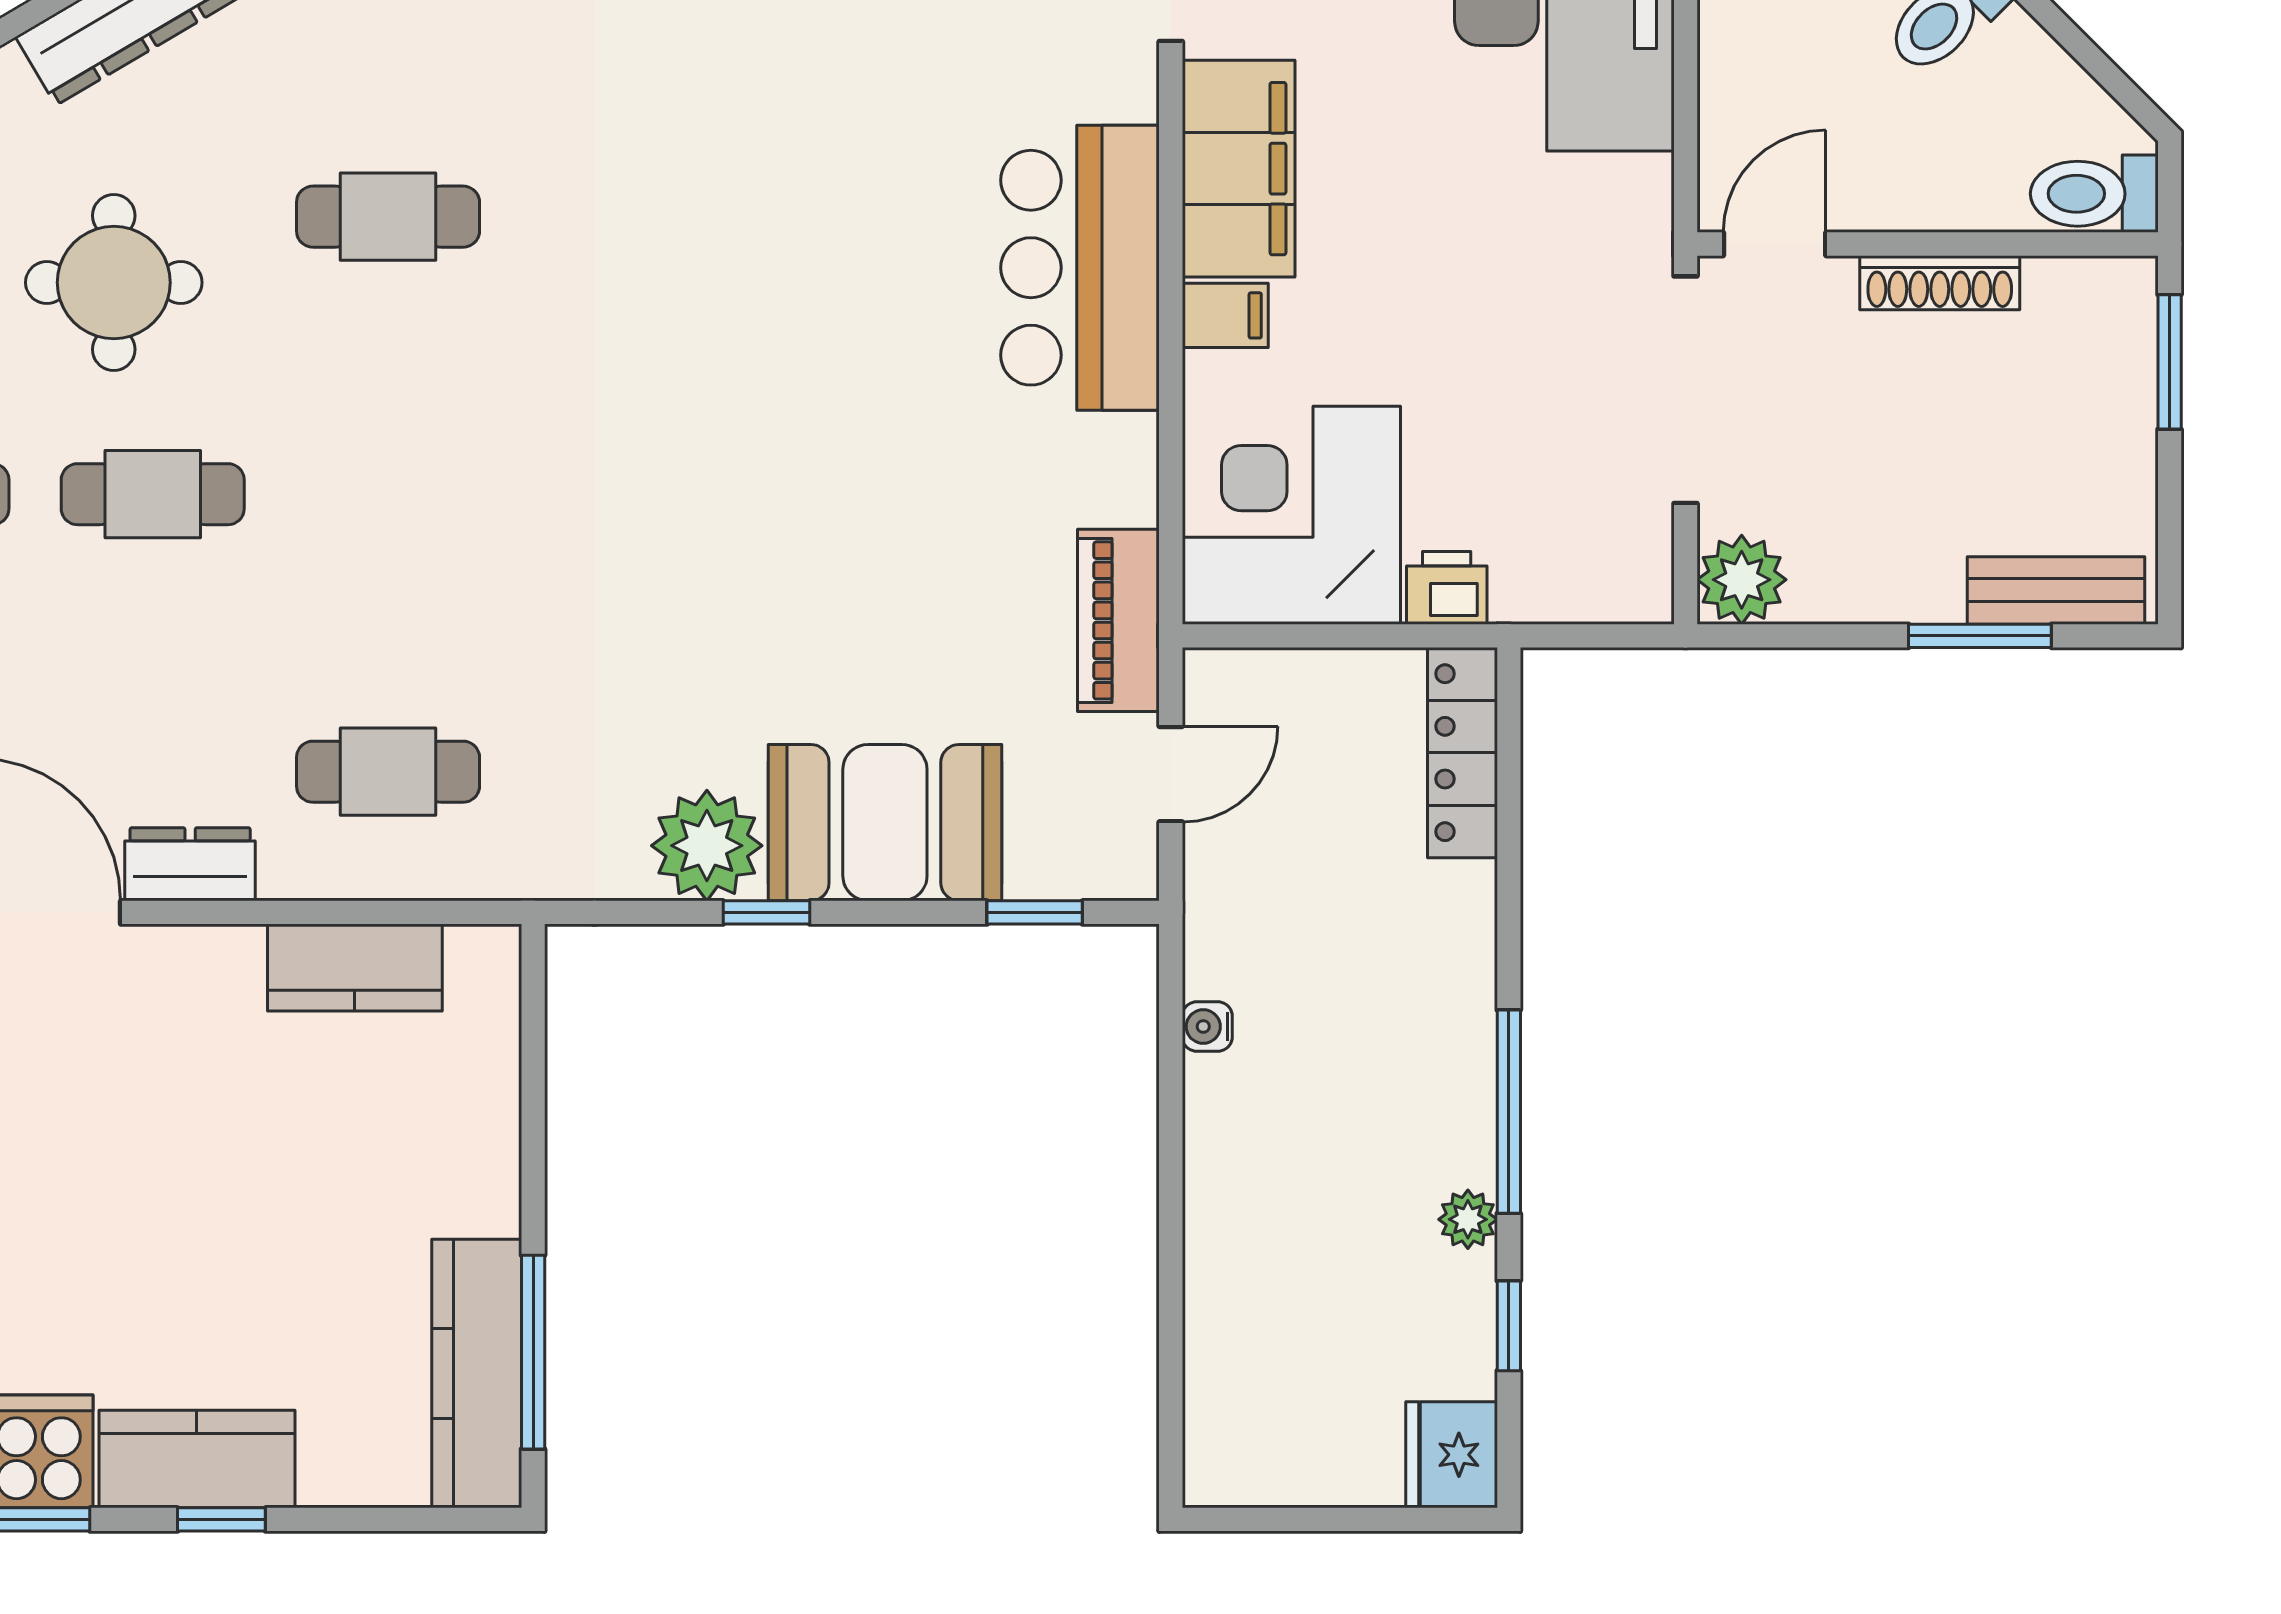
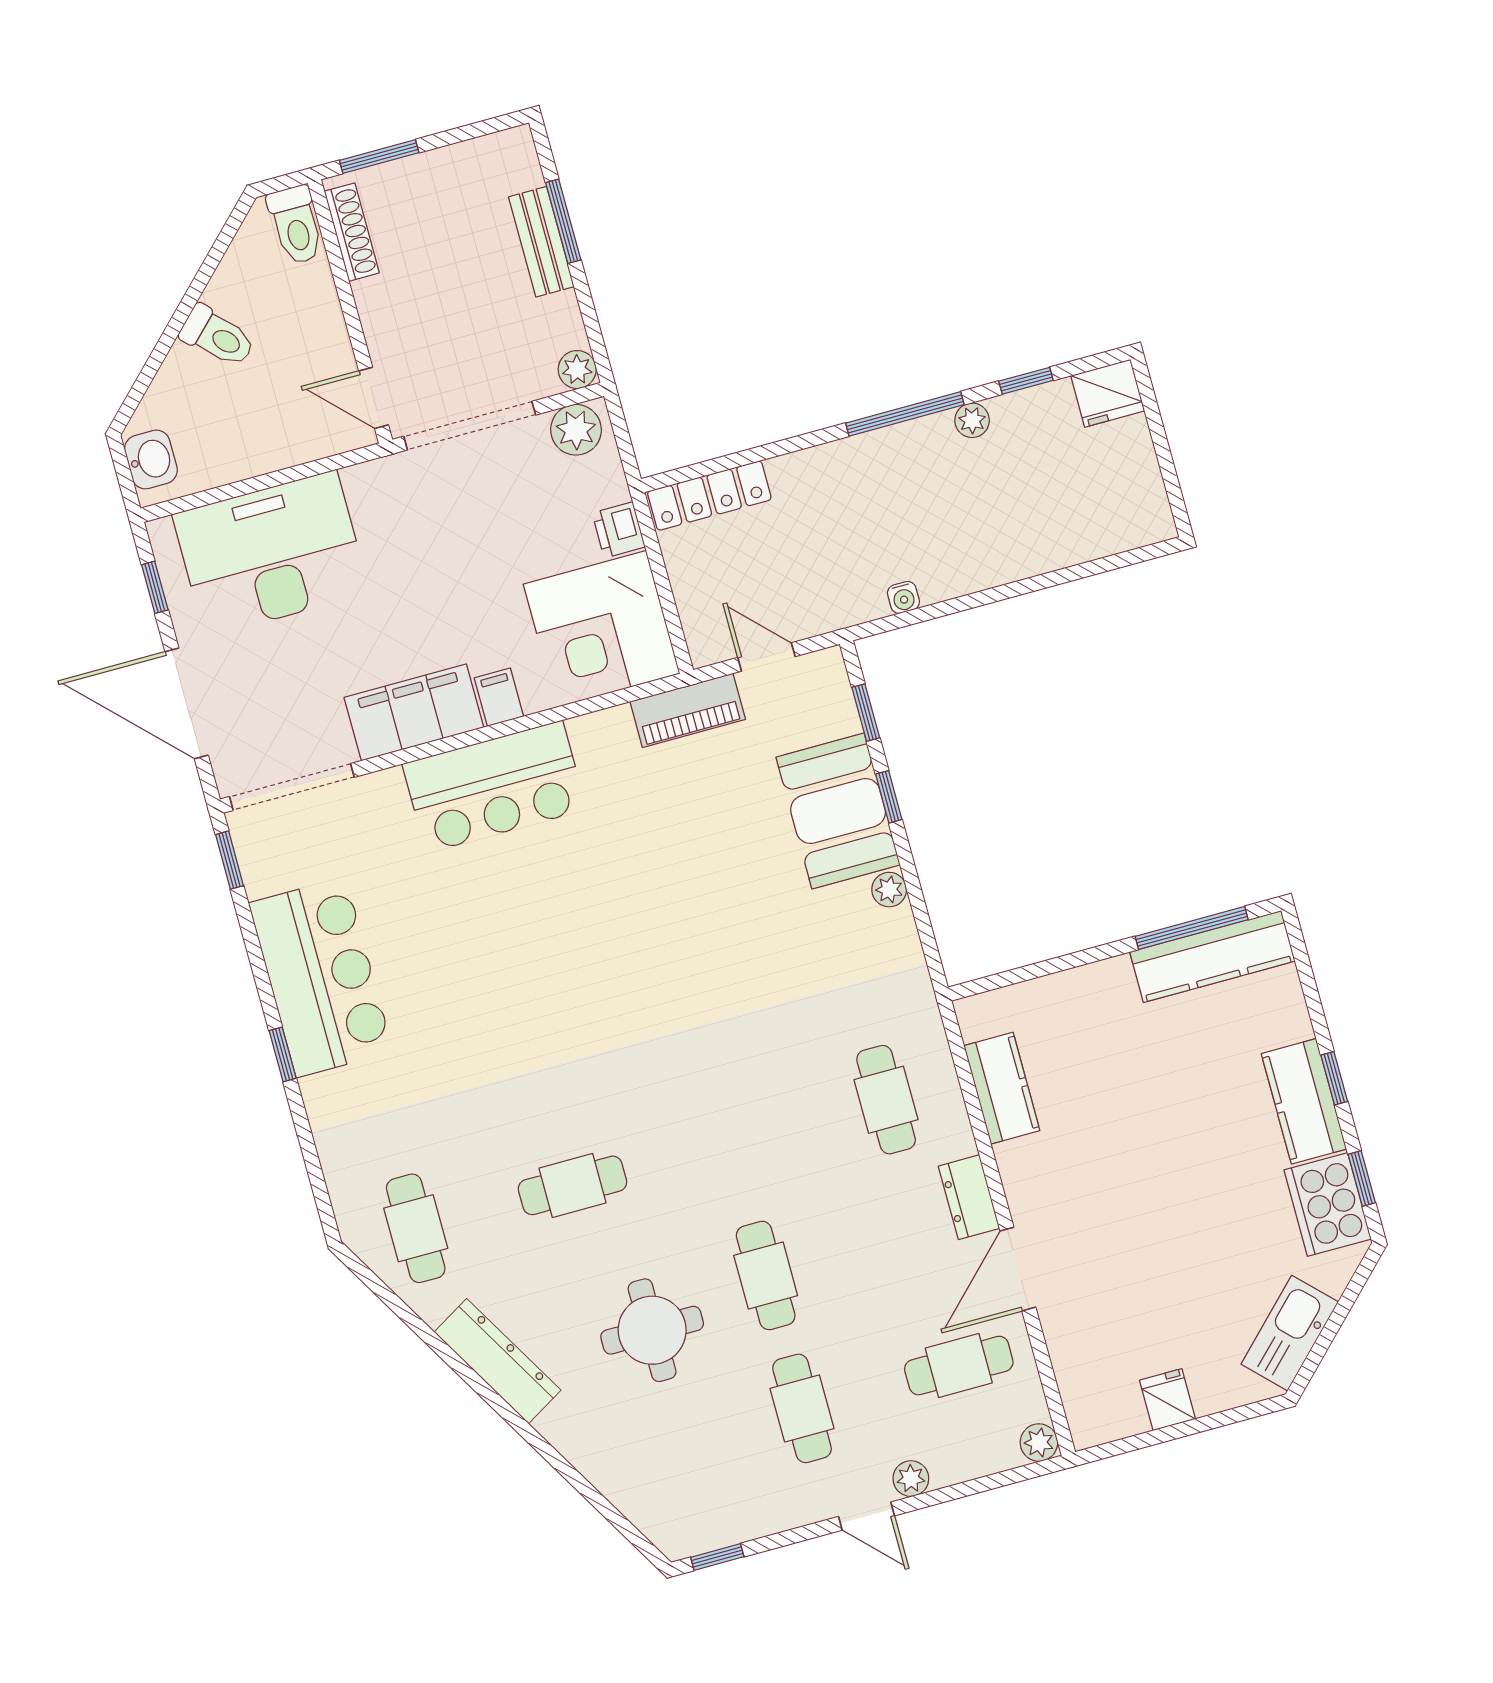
cafe table: (388, 217) -> (572, 1185), turned 90
shoe rack: (1940, 283) -> (352, 232), moved
plant: (1631, 563) -> (576, 430), added
plant: (1742, 580) -> (577, 370), width x0.73, depth x0.73
bench: (2056, 590) -> (541, 242), moved
plant: (707, 846) -> (889, 890), width x0.53, depth x0.53
window: (766, 912) -> (889, 797), moved

